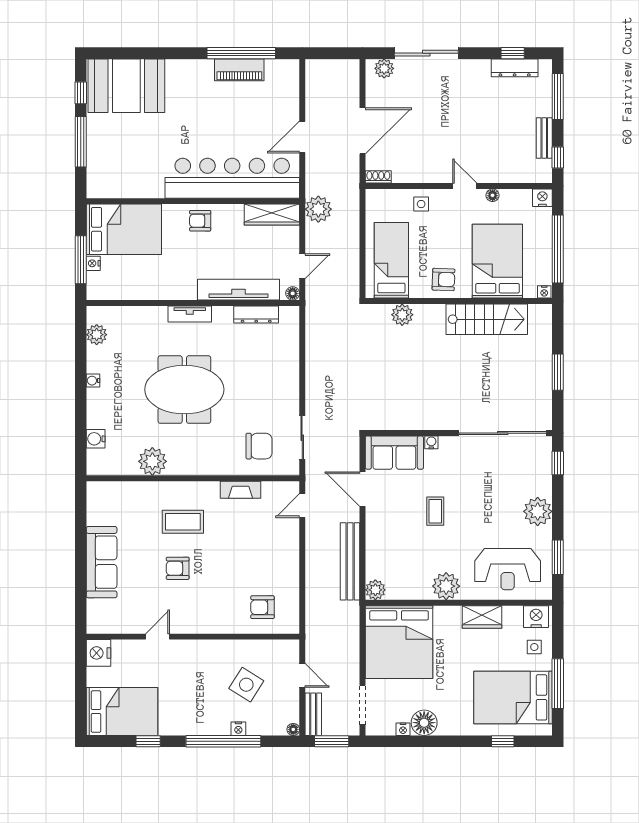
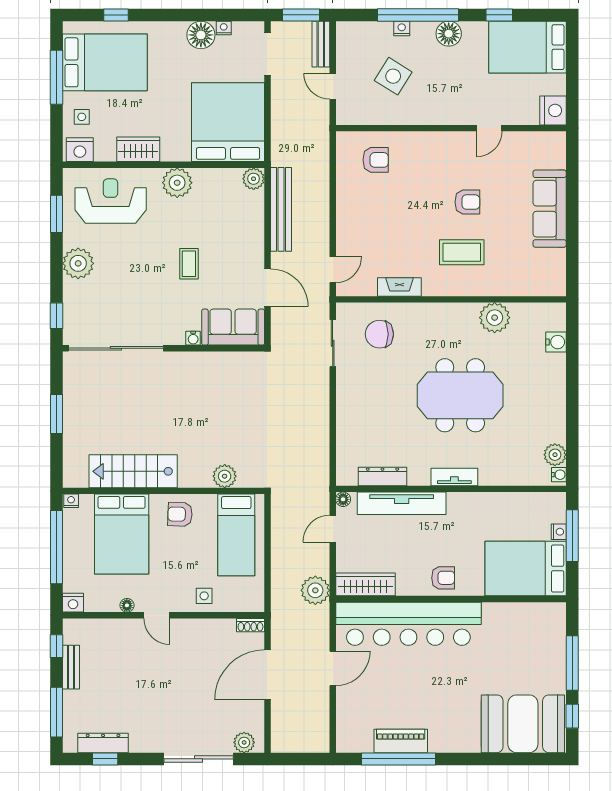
water cooler: (93, 381) -> (559, 475), moved
floor lamp: (293, 729) -> (449, 34), moved, width x1.89, depth x1.89

